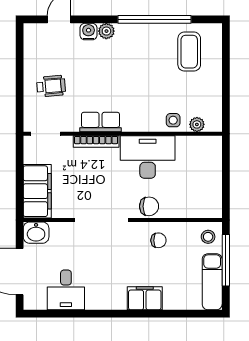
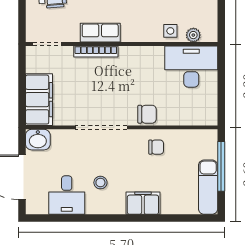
desk: (148, 157) -> (191, 67), moved
stool: (208, 237) -> (100, 183), moved

